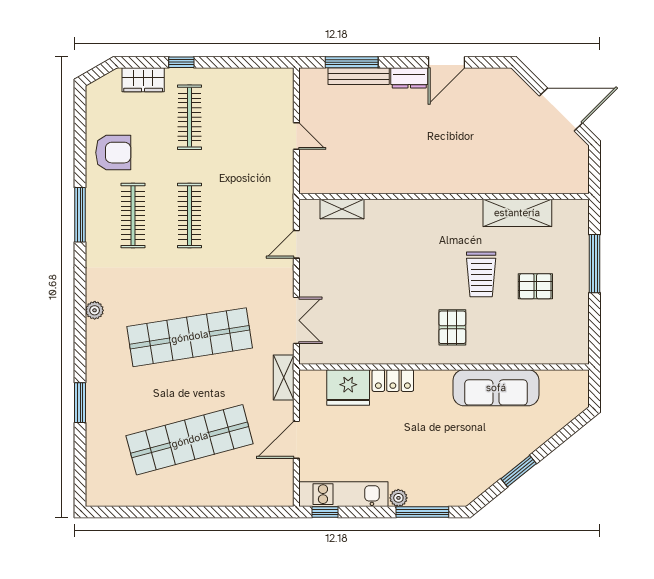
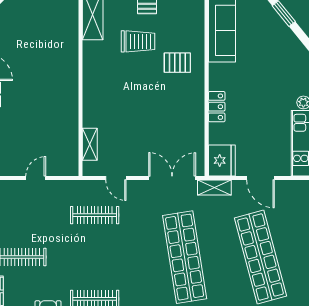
clothes rail: (190, 216) -> (95, 215), moved
double door: (296, 320) -> (172, 178), width x1.37
fridge: (348, 387) -> (222, 160), moved

